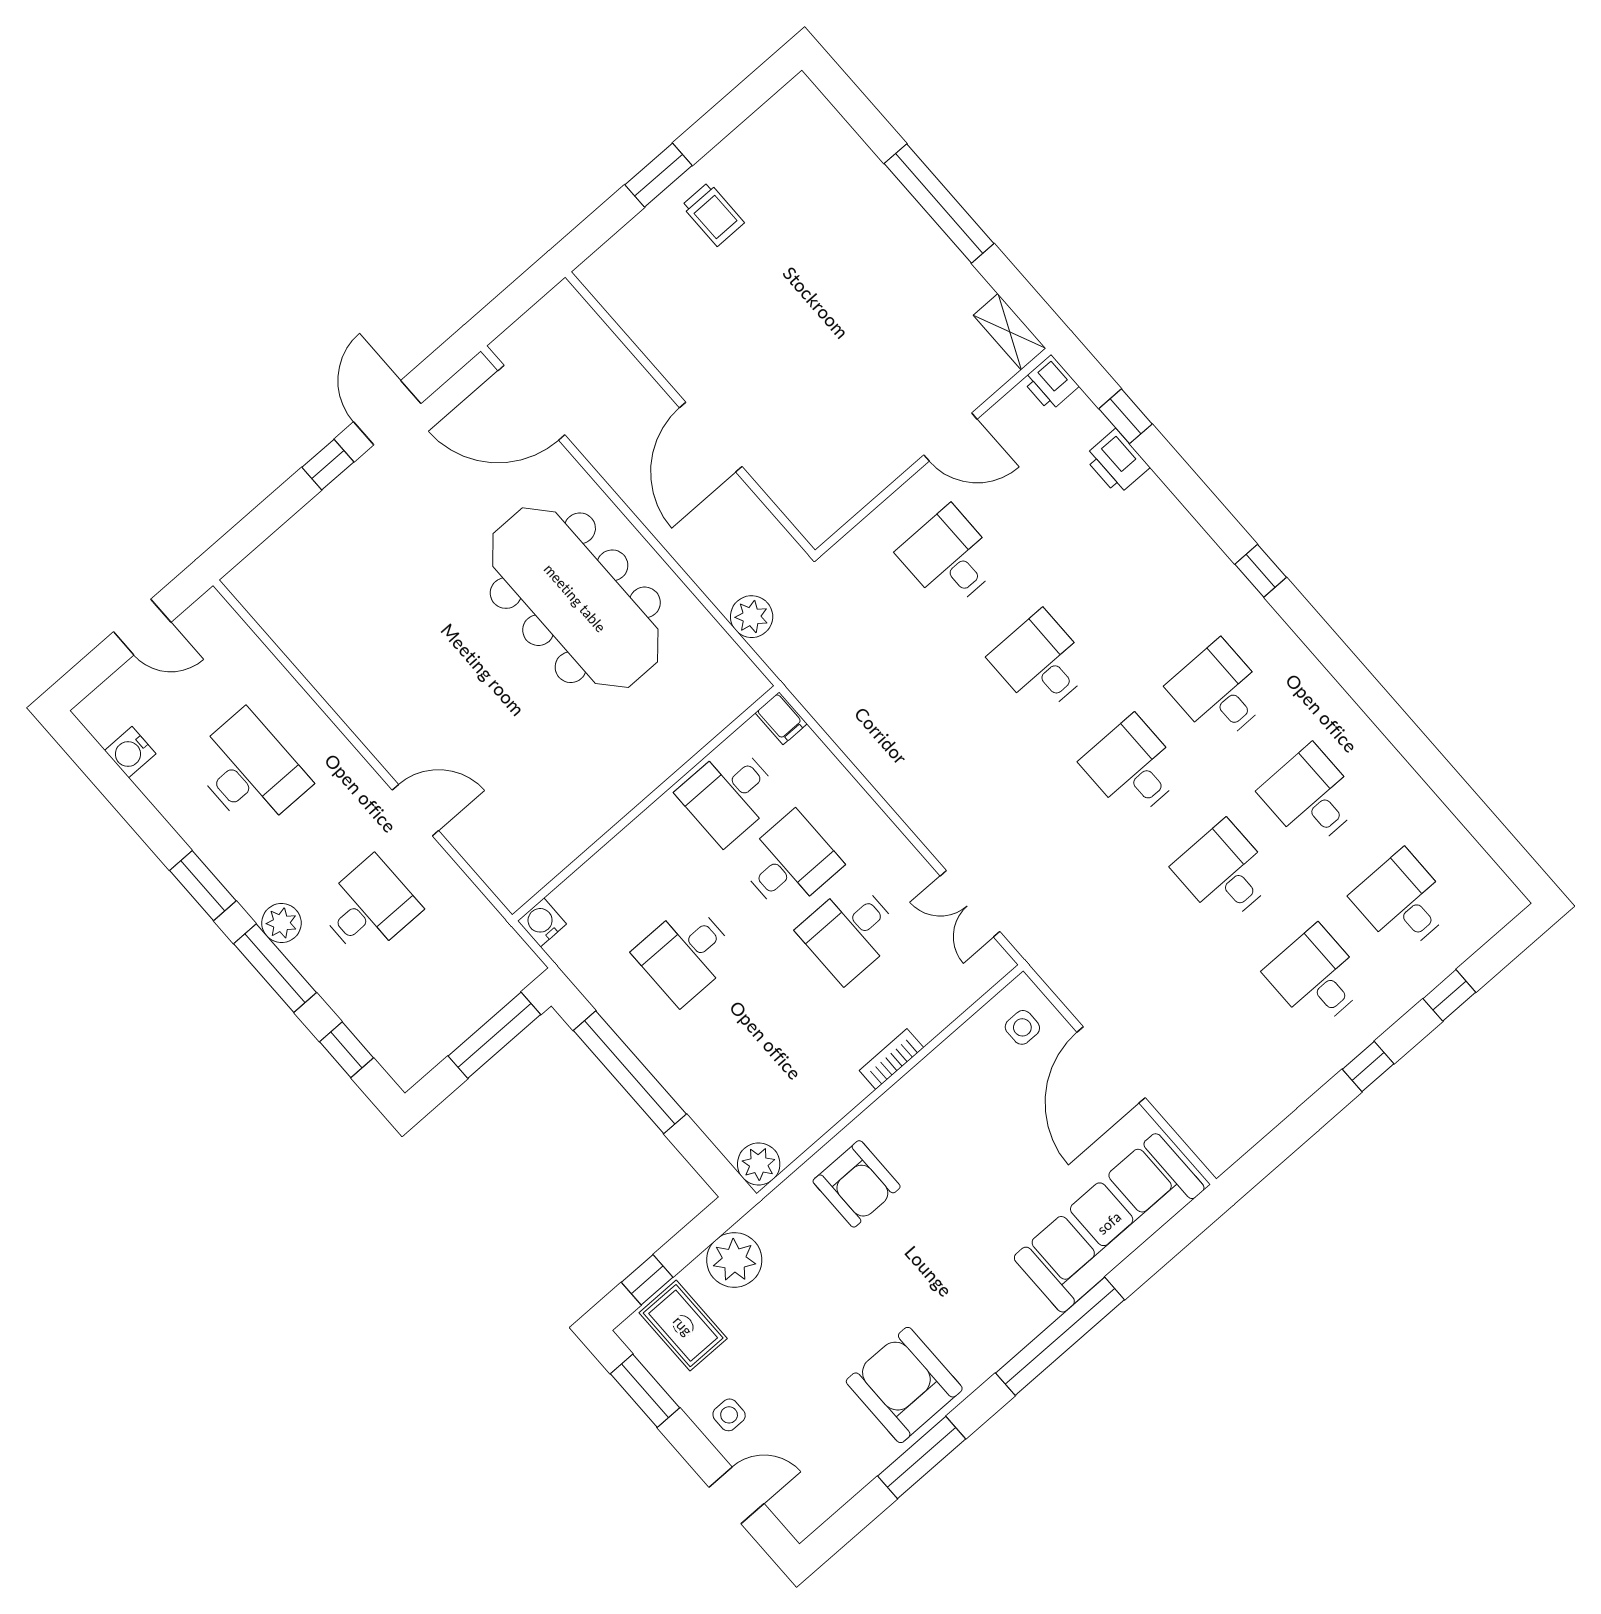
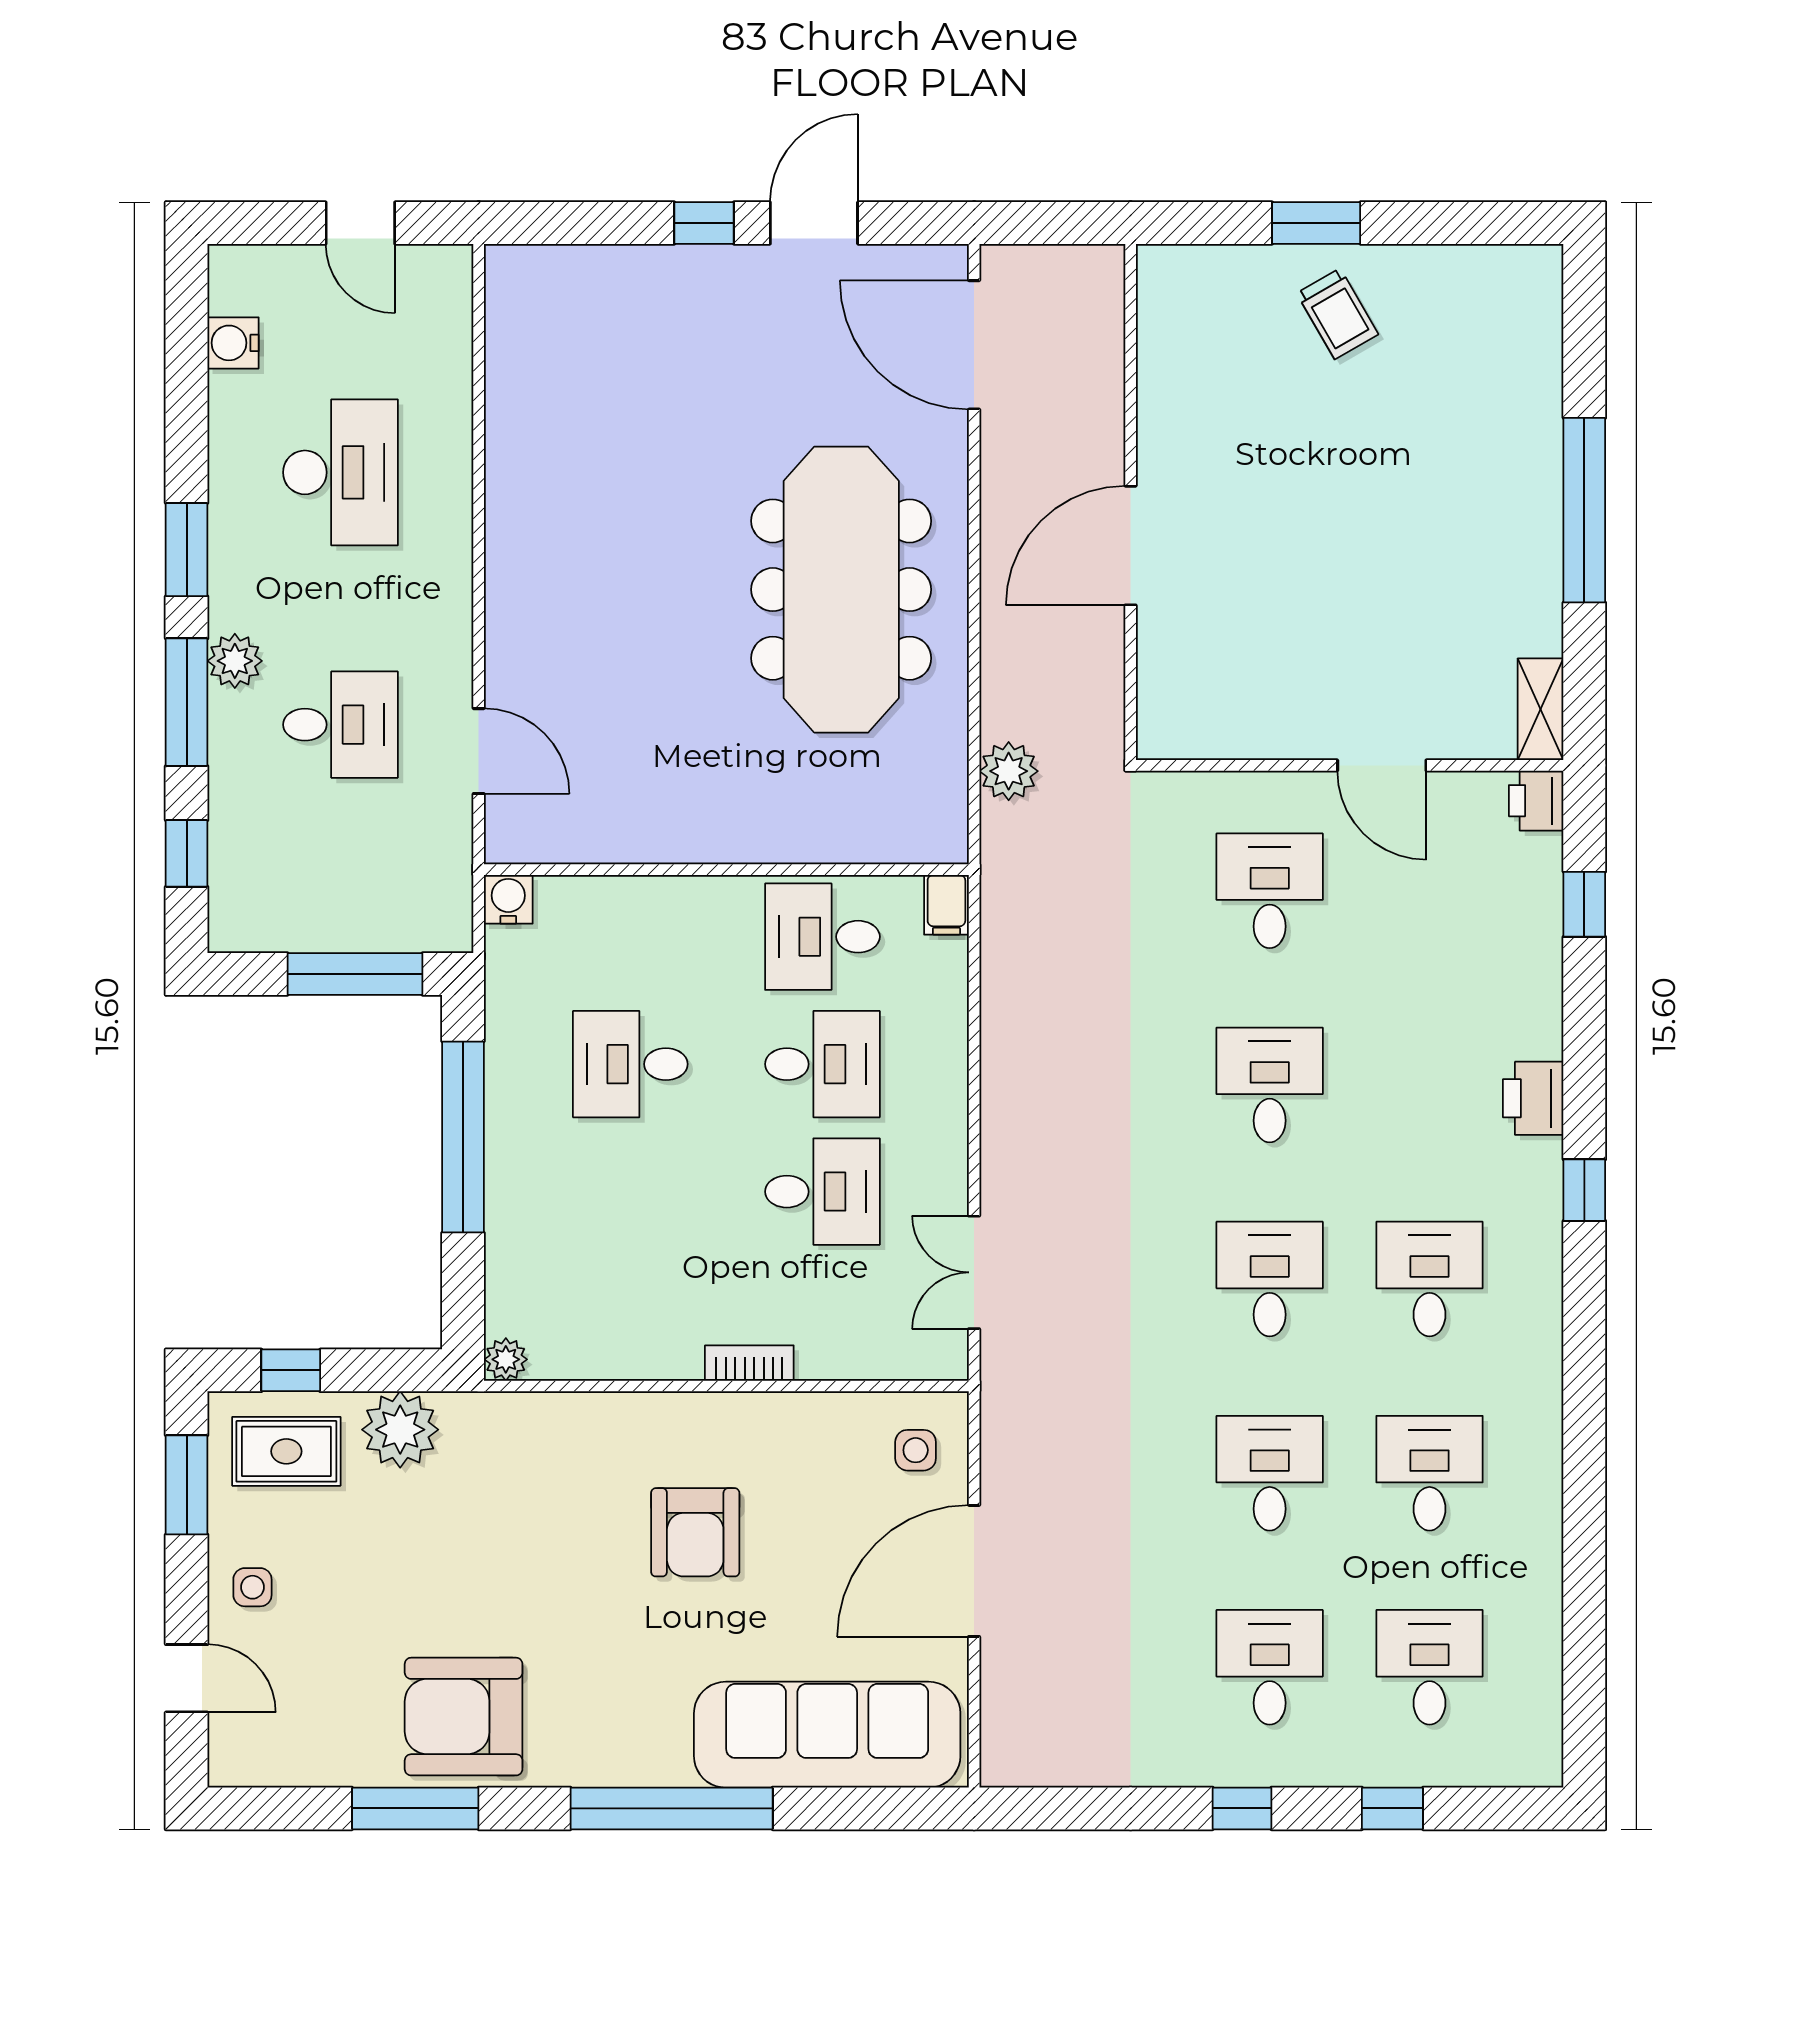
trolley: (713, 214) -> (1337, 314), turned -30
printer: (1117, 462) -> (1533, 1098), moved
door: (415, 810) -> (479, 751), moved
desk: (850, 932) -> (822, 1192), turned 180
plant: (759, 1164) -> (506, 1359), width x0.73, depth x0.73
armchair: (857, 1184) -> (695, 1532), moved
rug: (683, 1326) -> (286, 1451), turned 90
armchair: (904, 1385) -> (464, 1717), turned -90

